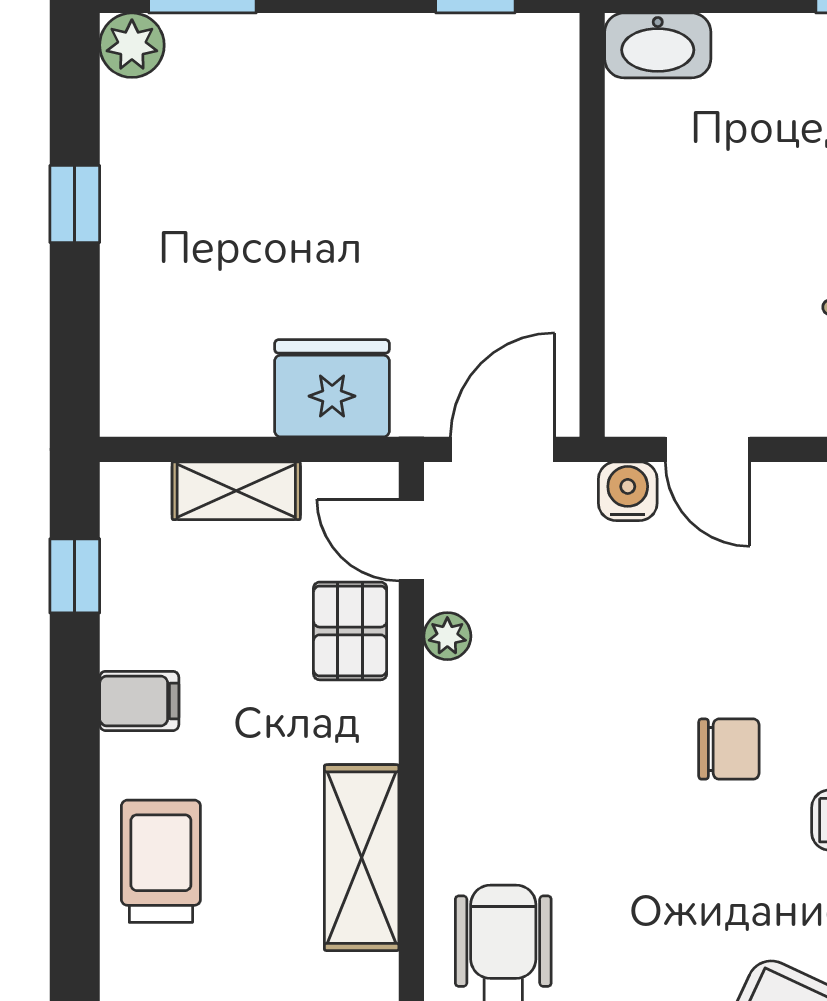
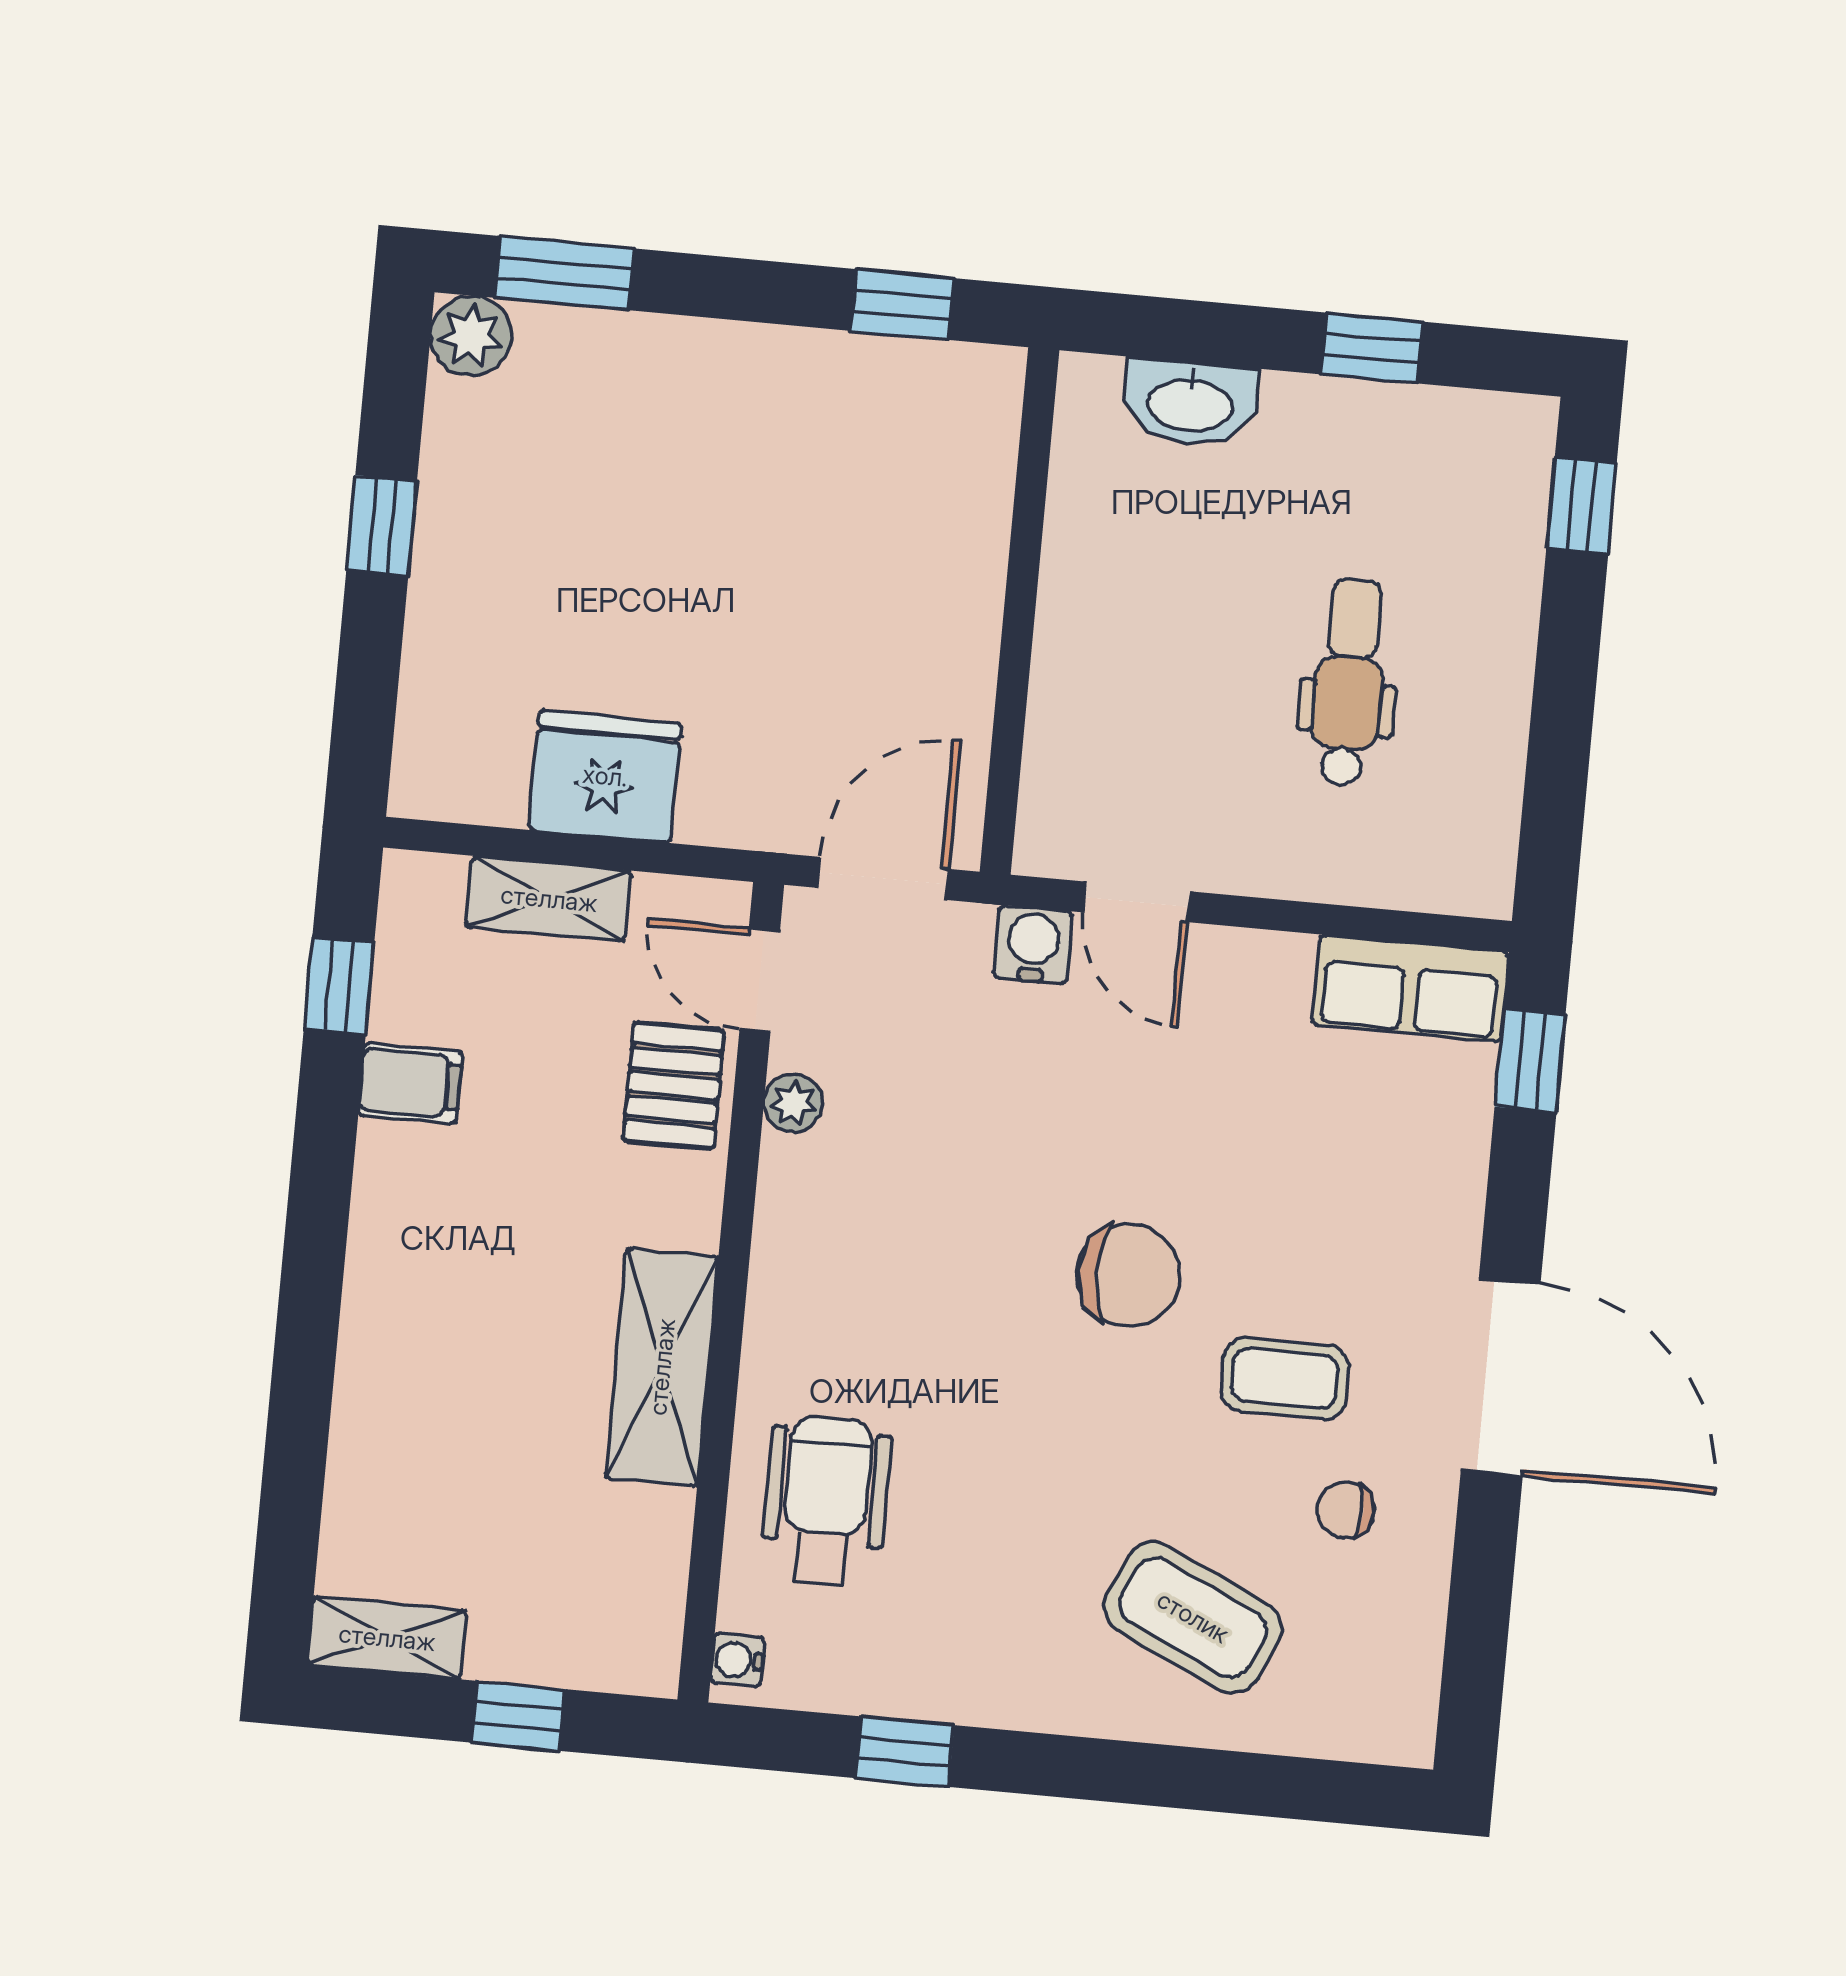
washbasin: (658, 45) -> (1190, 403), moved
fridge: (332, 388) -> (605, 776), moved
filing cabinet: (139, 701) -> (411, 1083), moved
chair: (729, 749) -> (1129, 1275), width x1.37, depth x1.37
trolley: (161, 861) -> (413, 1349), removed

